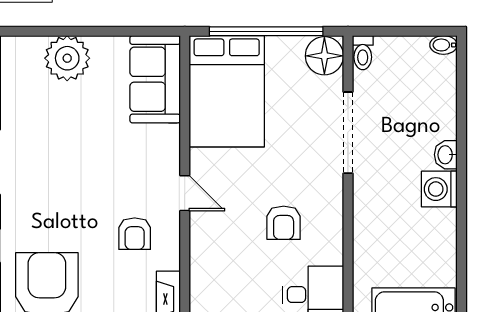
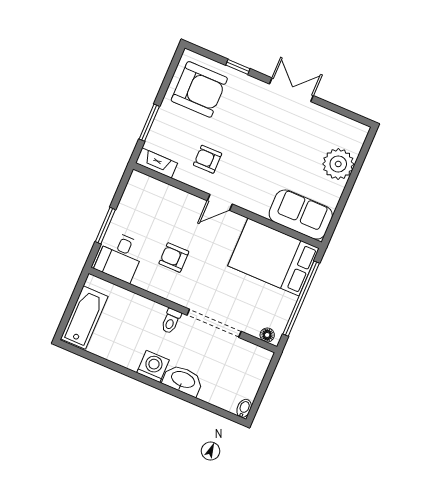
toilet: (363, 53) -> (171, 321), moved, turned -90
floor lamp: (324, 56) -> (267, 335), width x0.53, depth x0.53
washbasin: (446, 155) -> (183, 380), width x1.91, depth x1.45

